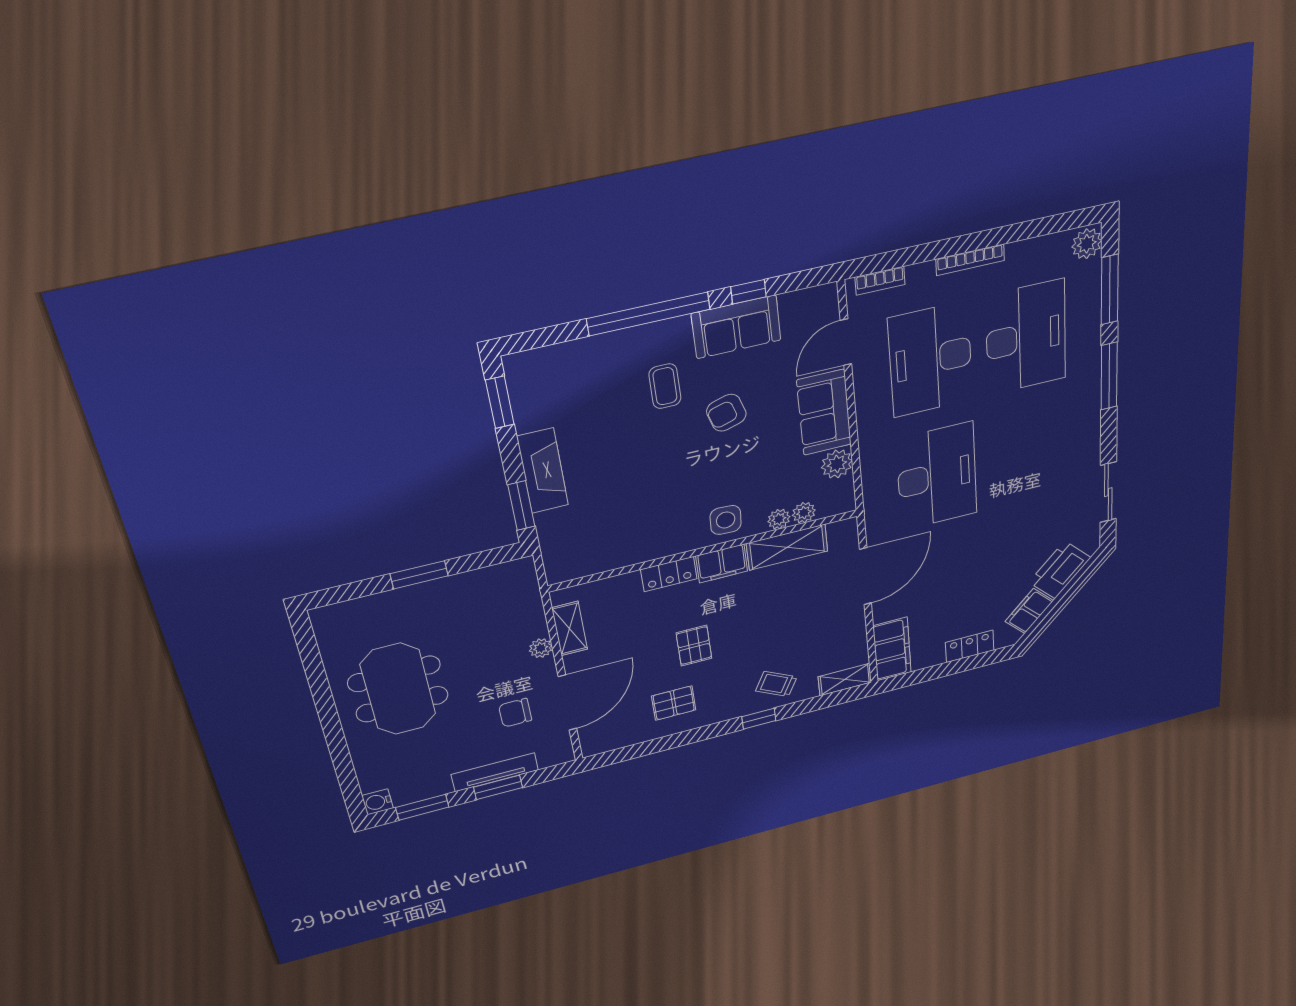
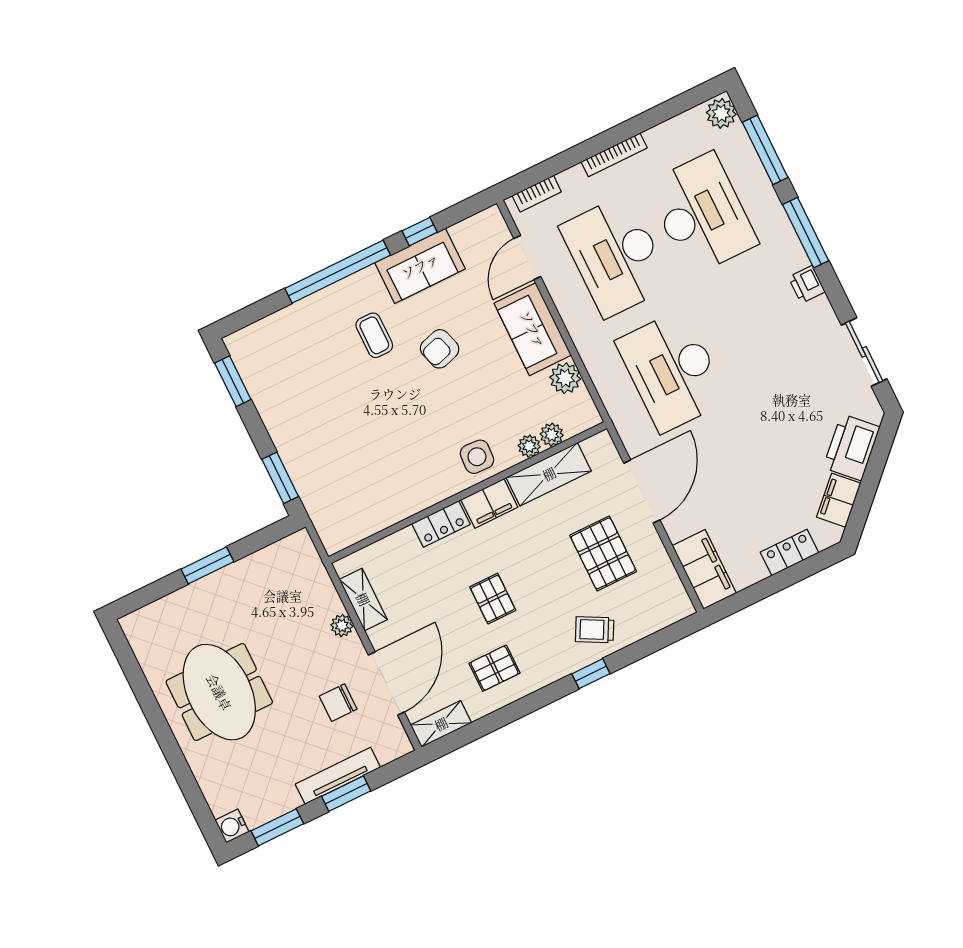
printer: (1088, 423) -> (807, 284), added
fireplace: (543, 471) -> (289, 440), removed
desk: (937, 476) -> (672, 371), turned 180
pallet: (809, 623) -> (603, 553), added
shelving: (845, 680) -> (441, 724), moved

